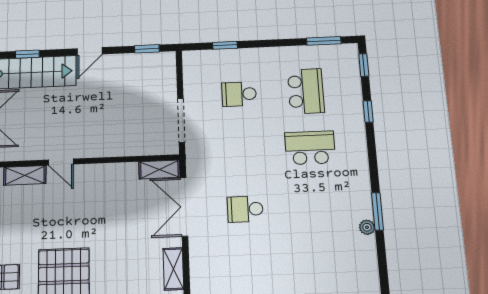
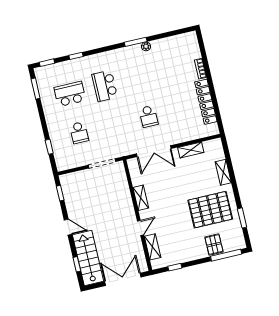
shelving: (159, 169) -> (141, 198), moved

